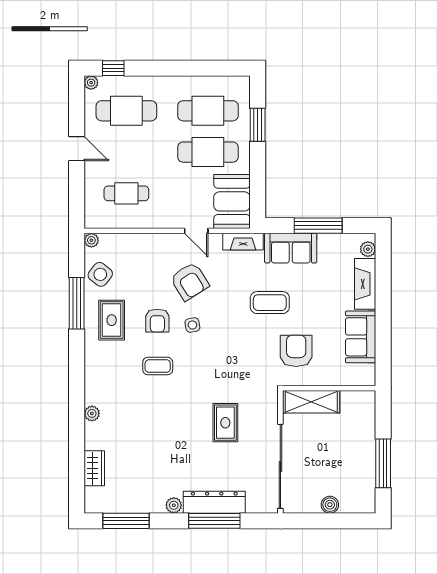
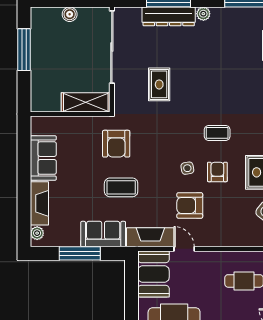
fireplace: (243, 242) -> (150, 237), width x1.37, depth x1.32
armchair: (190, 281) -> (190, 205), turned -58
armchair: (296, 351) -> (116, 144), moved

